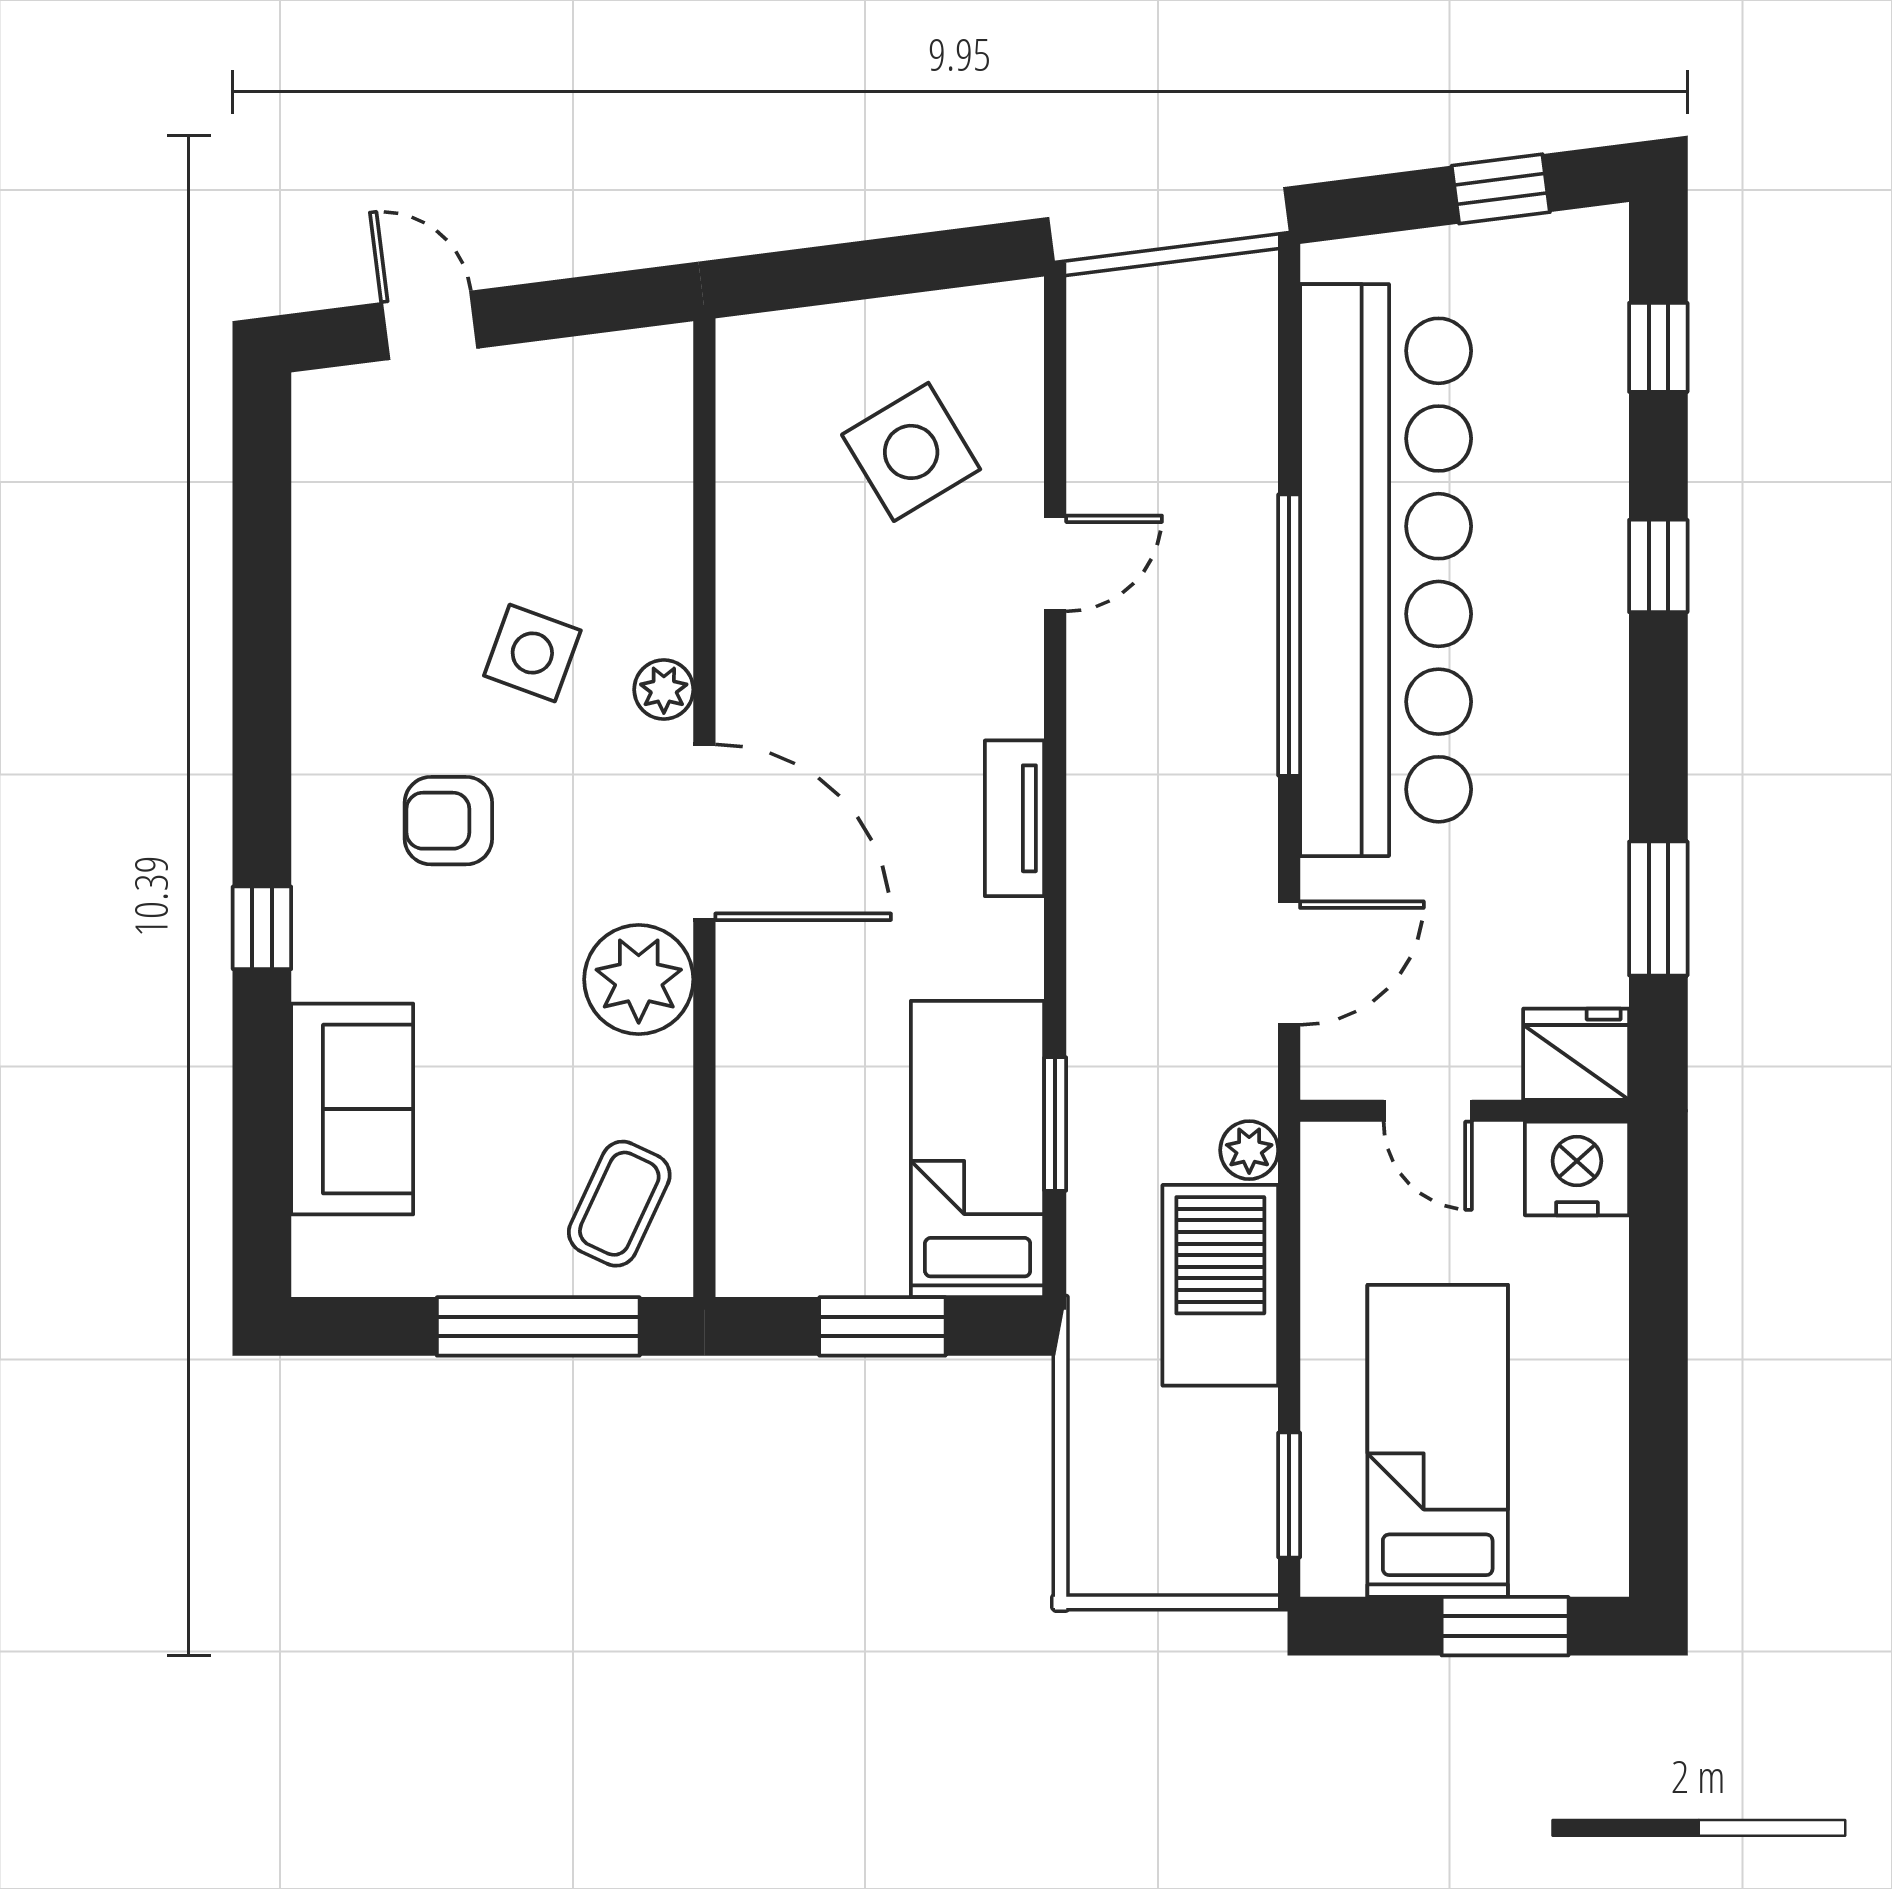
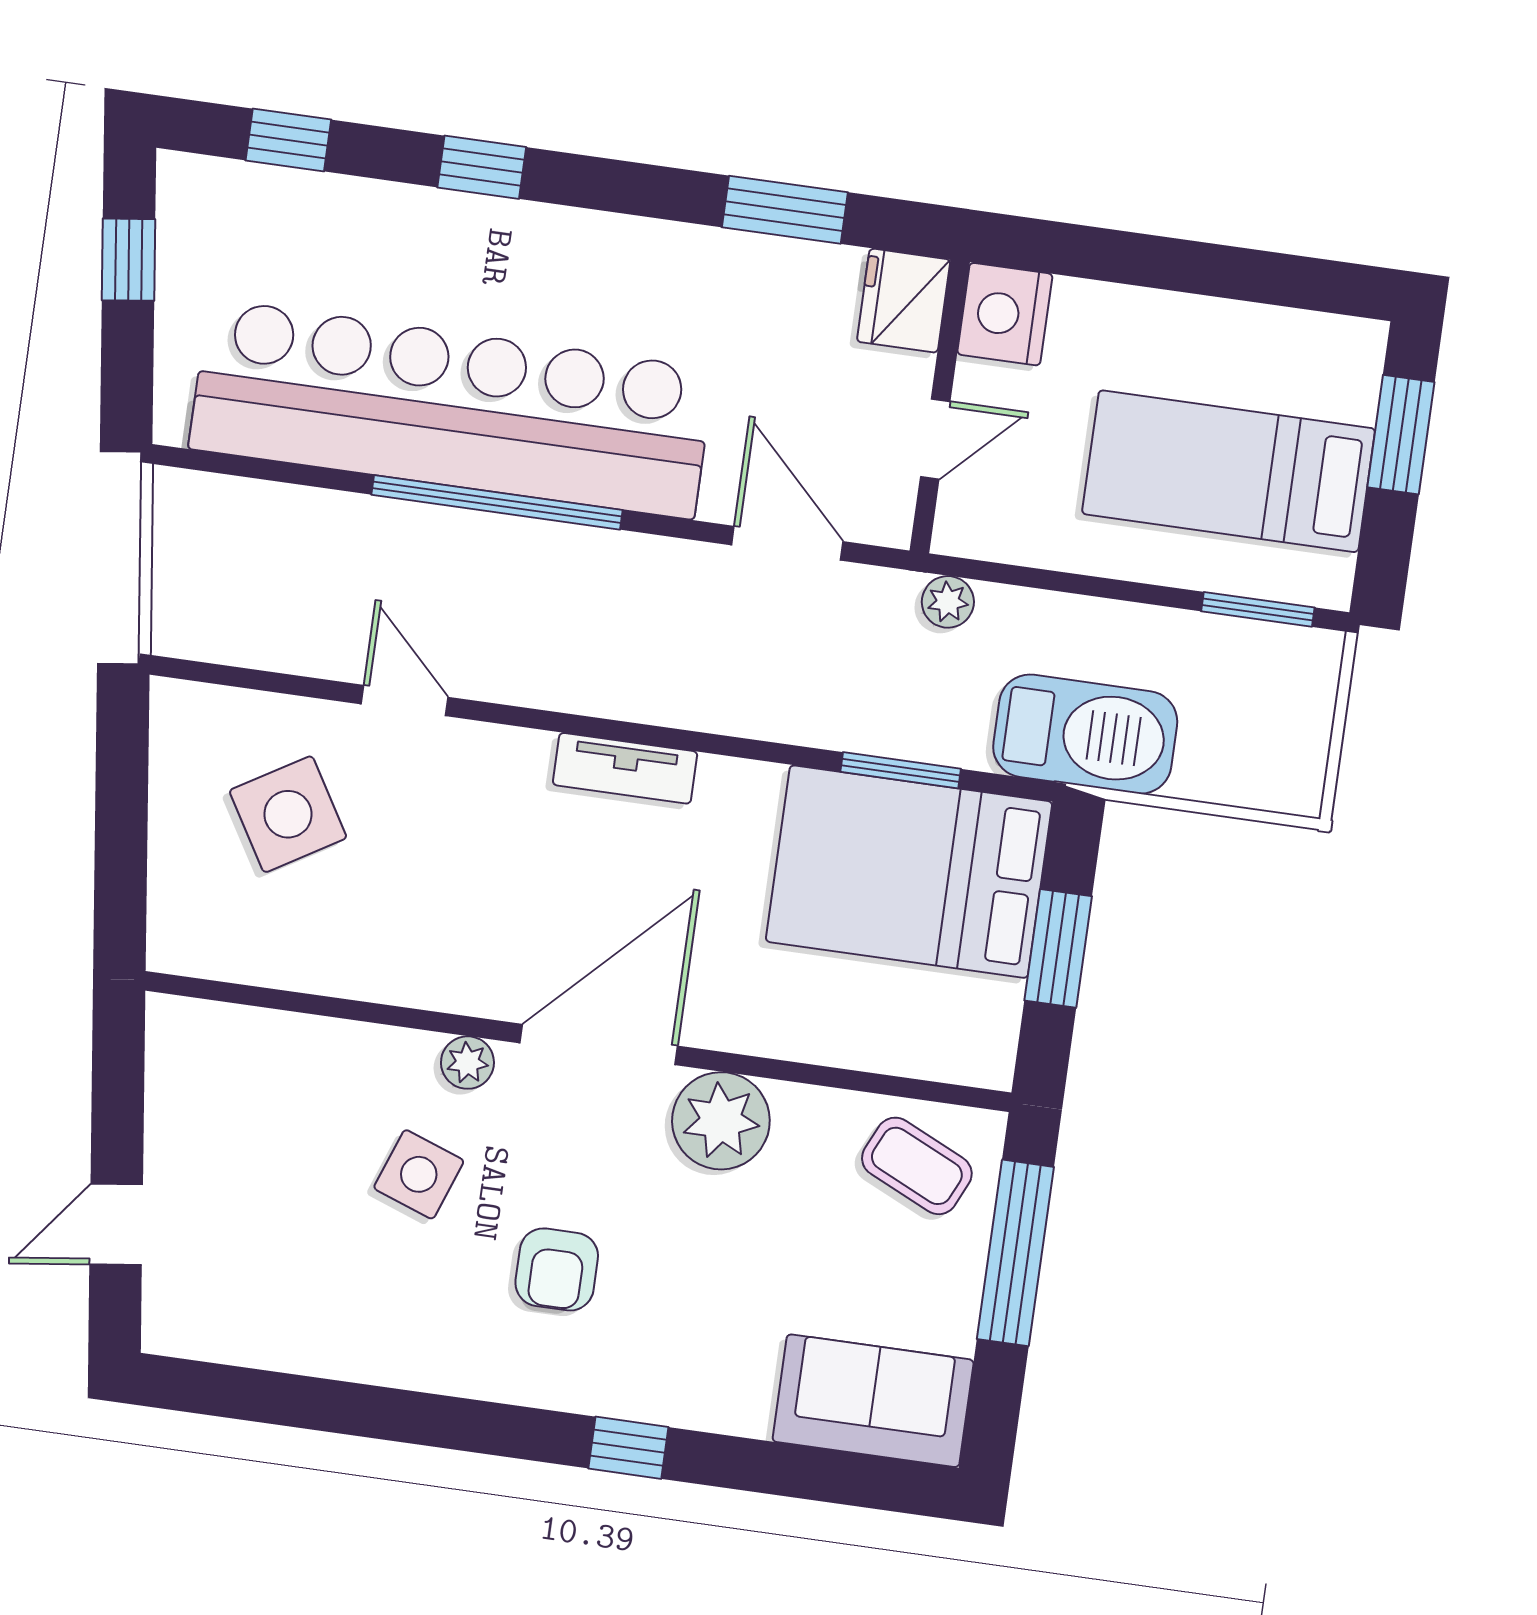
sofa: (352, 1109) -> (873, 1401), moved
bed: (978, 1149) -> (909, 872), width x1.50
barbecue: (1220, 1285) -> (1085, 734), moved, turned 180

